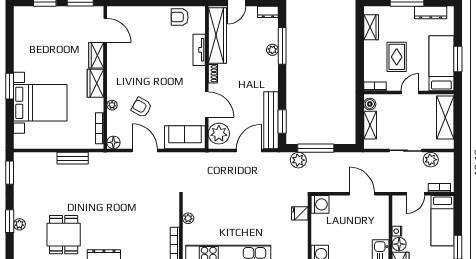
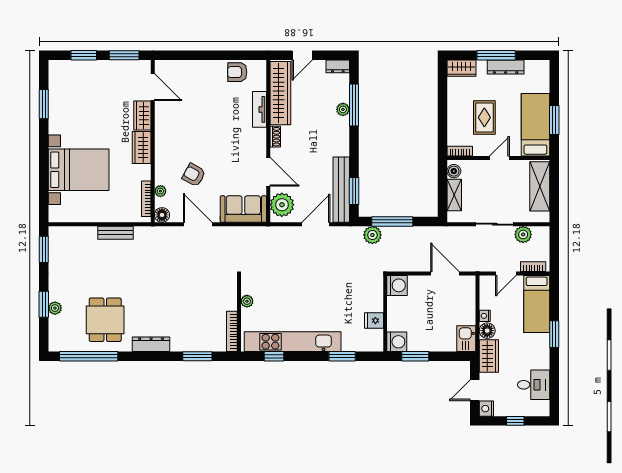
dresser: (431, 13) -> (506, 67), moved
wardrobe: (371, 27) -> (461, 68), moved, turned 90
window: (10, 86) -> (44, 104), moved
plant: (112, 105) -> (160, 191), moved
fridge: (300, 213) -> (374, 321), moved

